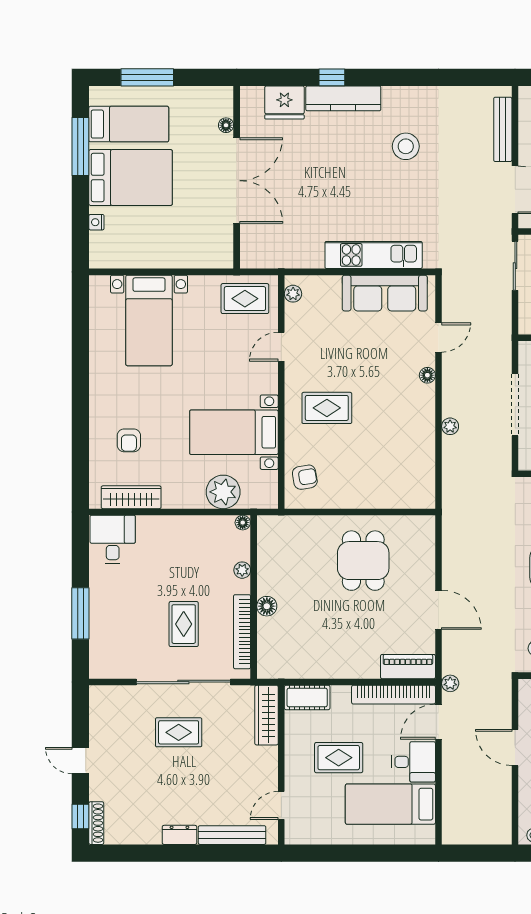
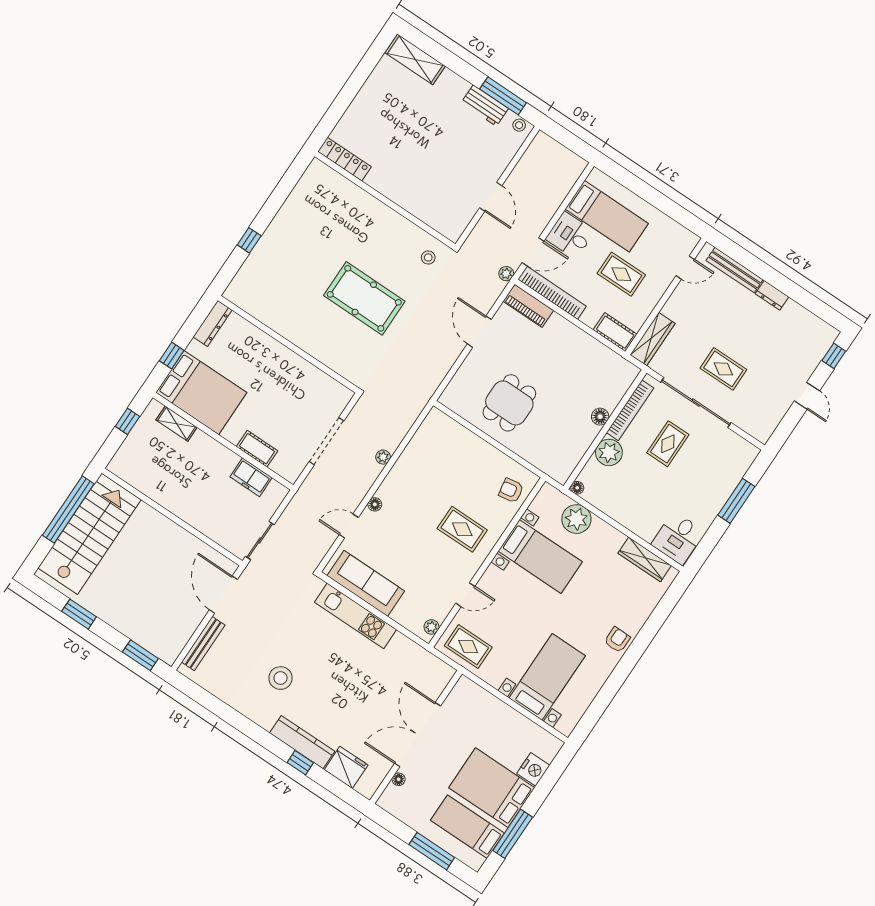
nightstand: (96, 222) -> (533, 769), width x1.89, depth x1.79
armchair: (129, 440) -> (617, 640), moved
plant: (242, 570) -> (609, 452), width x1.88, depth x1.88
shoe rack: (96, 823) -> (826, 344), removed

